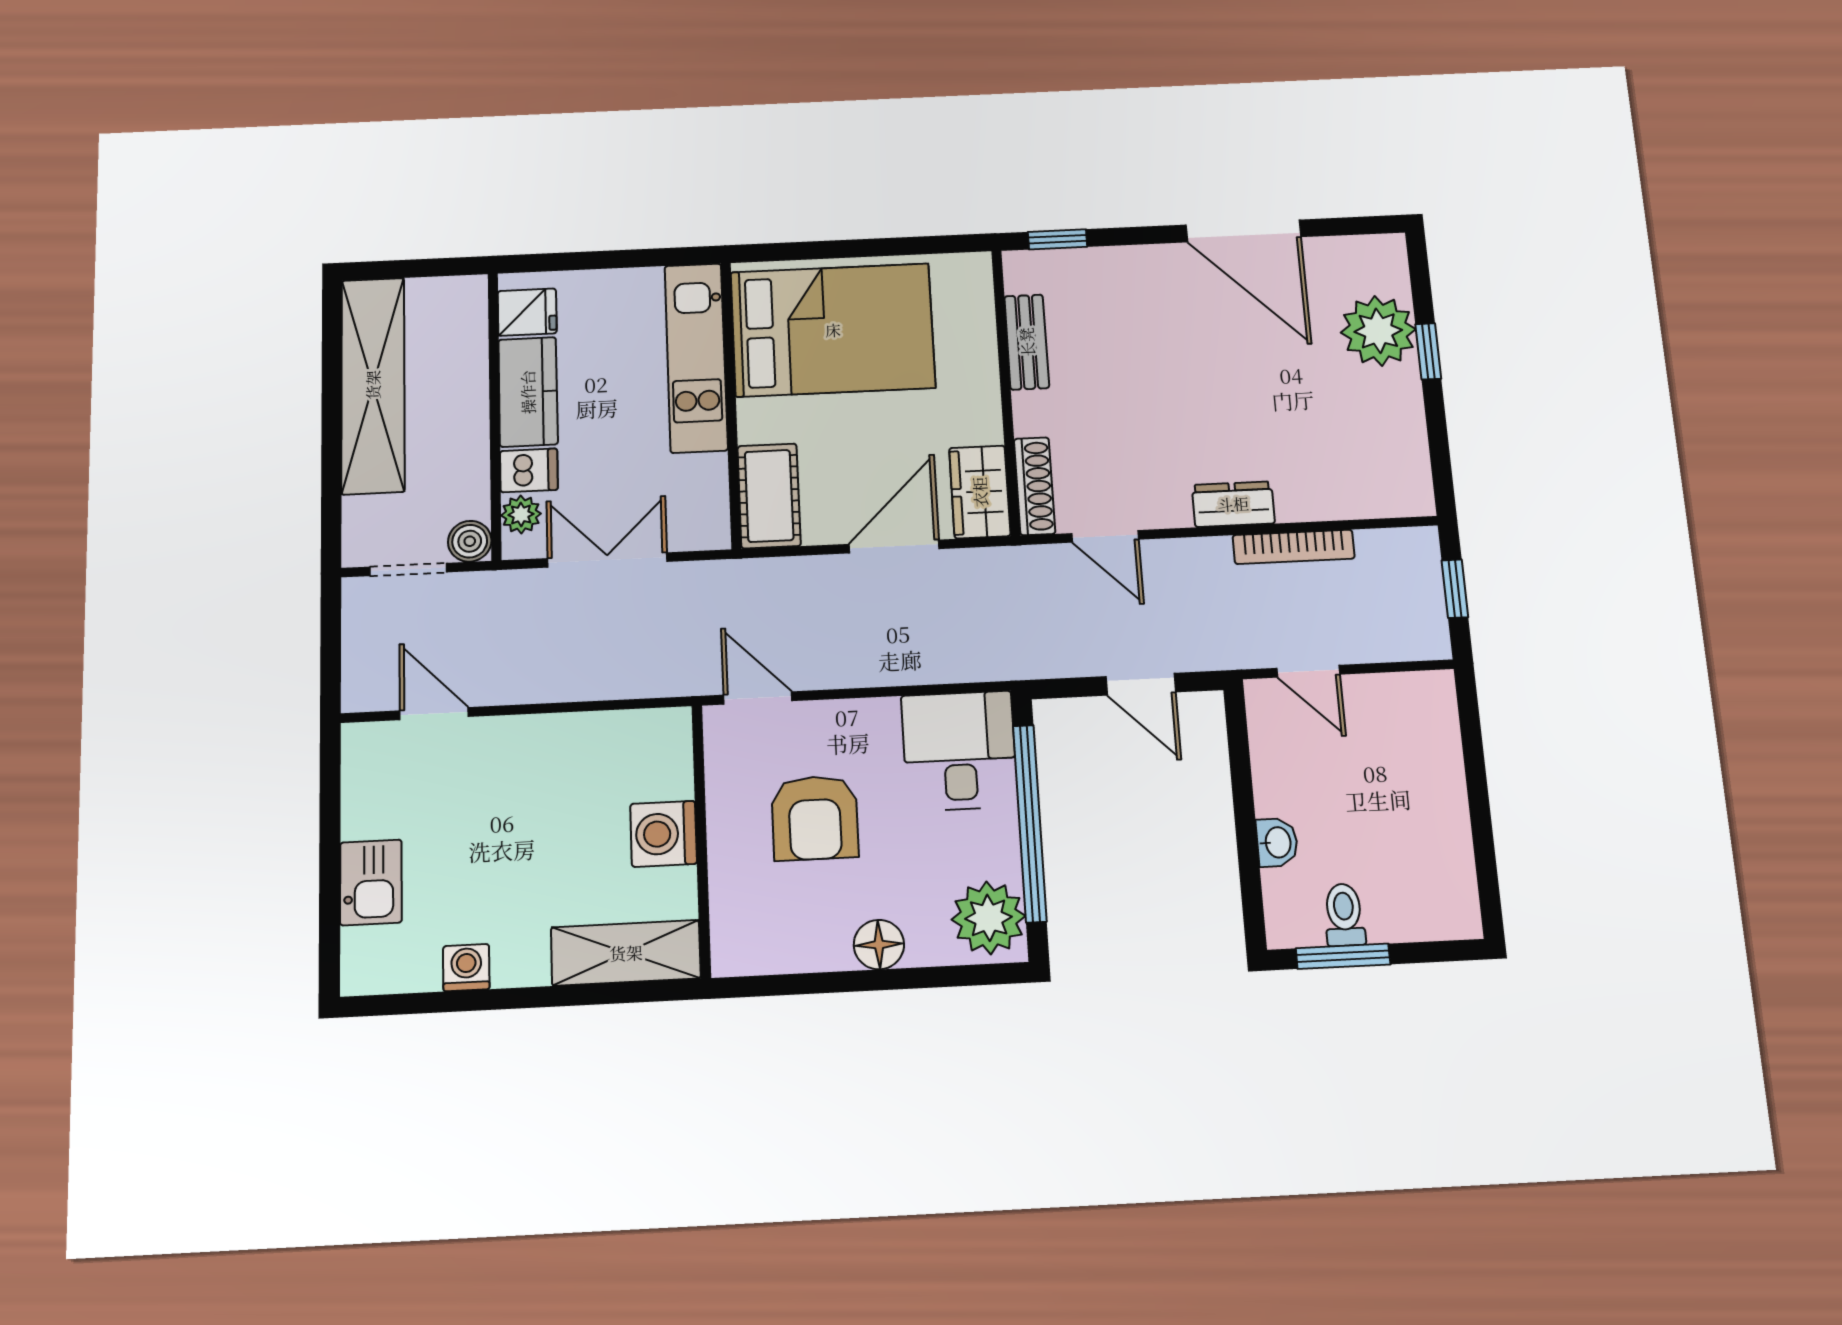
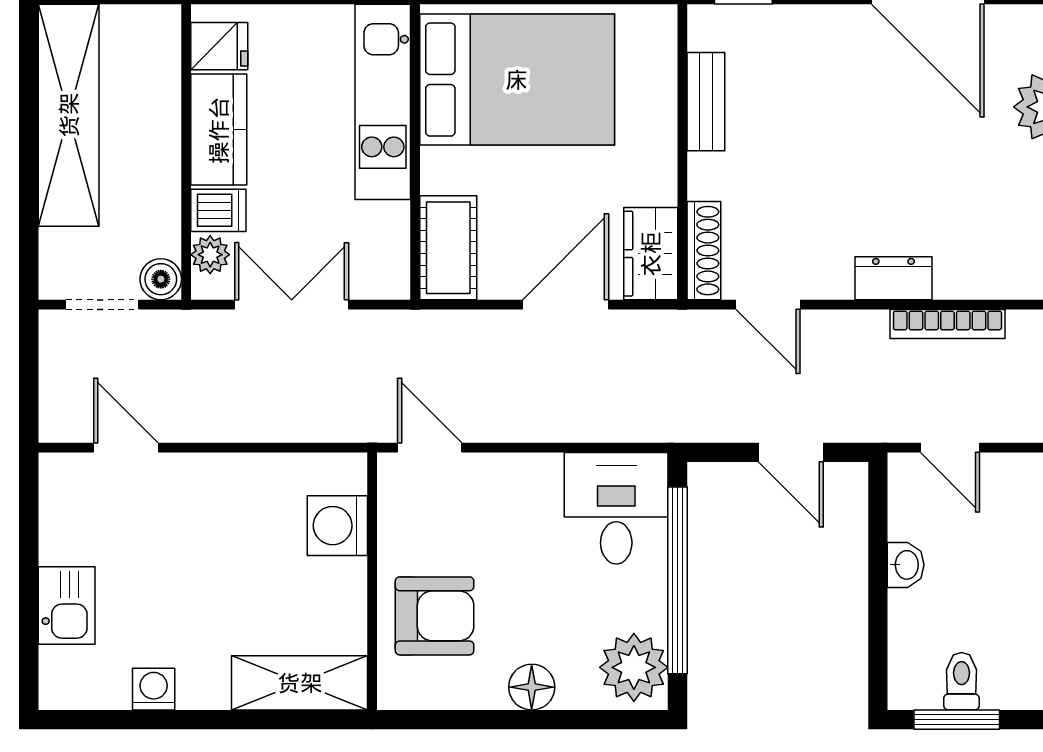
armchair: (815, 818) -> (435, 616), moved, turned -90
washing machine: (664, 834) -> (337, 526), moved
washbasin: (1277, 842) -> (906, 565), moved

